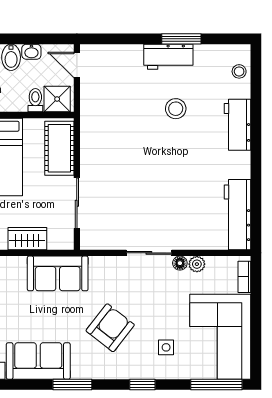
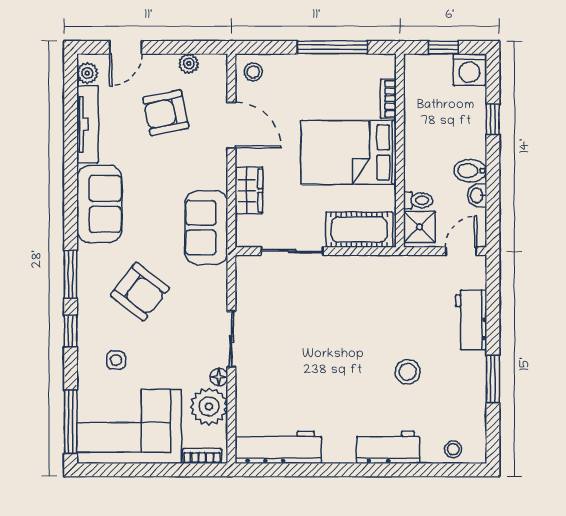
workbench: (168, 57) -> (471, 320), moved
plant: (197, 264) -> (209, 406), width x1.88, depth x1.88
window: (72, 385) -> (71, 274), moved

